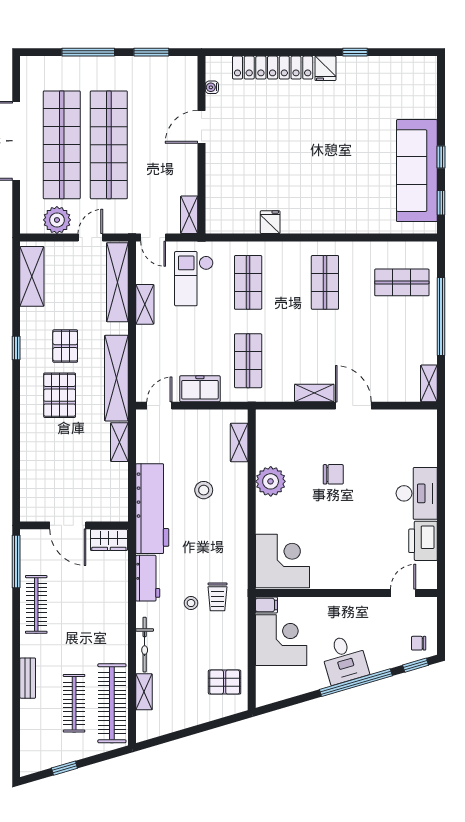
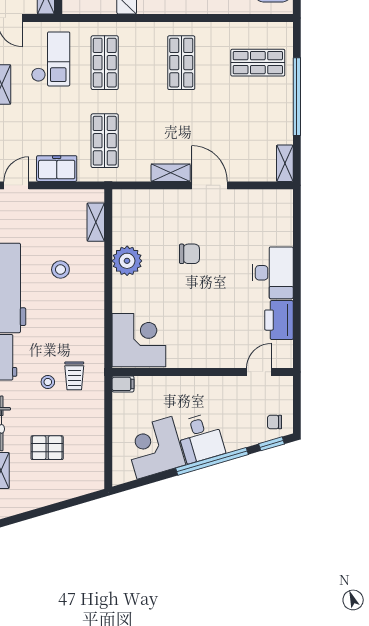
checkout: (194, 279) -> (51, 59), turned 180
corner desk: (281, 640) -> (154, 448), moved, turned -106
pallet: (225, 682) -> (47, 448), moved

